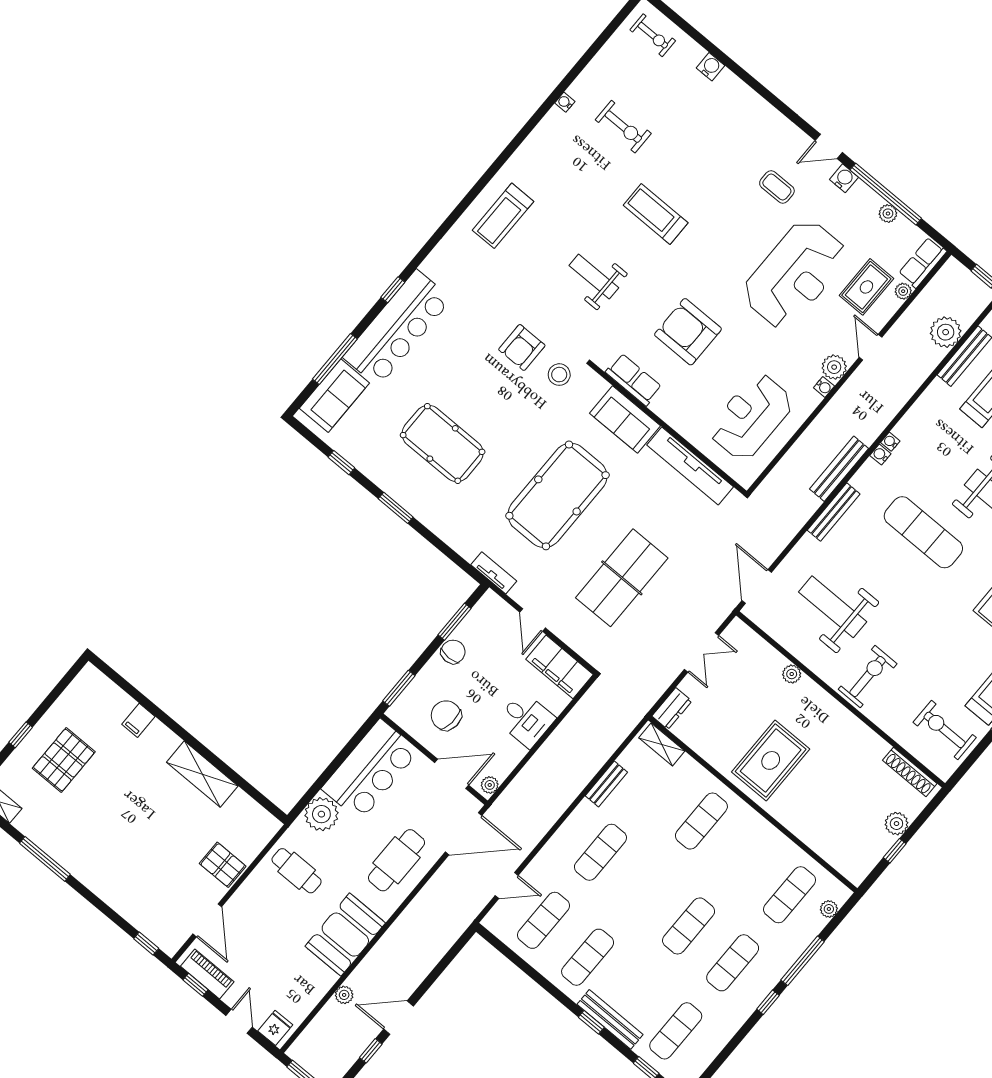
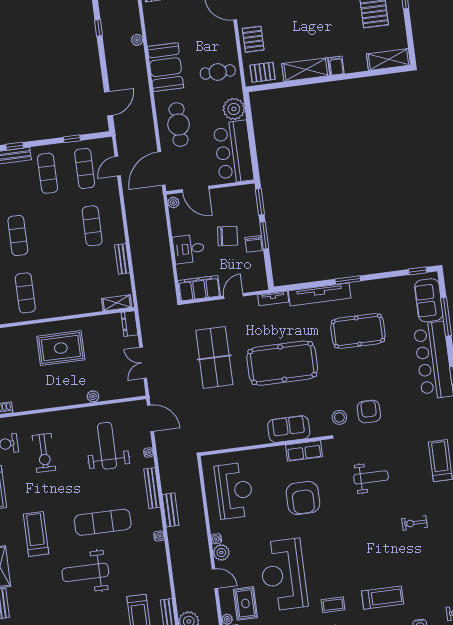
exercise bike: (623, 127) -> (414, 523), moved, width x0.73, depth x0.72
treadmill: (656, 214) -> (383, 598), moved
armchair: (688, 332) -> (303, 498), turned 90
water cooler: (890, 442) -> (149, 452), moved
window: (341, 463) -> (418, 271), moved
tv unit: (690, 466) -> (320, 294), moved, turned 180
bench: (839, 469) -> (170, 510), width x0.73
pool table: (557, 495) -> (282, 363), turned 90
weight bench: (833, 607) -> (107, 446), turned -90
door: (533, 620) -> (233, 296), hinge flipped
window: (455, 622) -> (264, 235), moved
exercise bike: (868, 677) -> (44, 453), moved
shelving: (105, 691) -> (389, 60), added
chair: (446, 715) -> (228, 236), moved
filing cabinet: (138, 720) -> (336, 66), moved
rug: (771, 760) -> (61, 348), turned 90
door: (452, 774) -> (195, 189), hinge flipped
pallet: (250, 820) -> (263, 72), added
exercise mat: (701, 821) -> (25, 293), moved
pallet: (223, 865) -> (253, 39), turned 90
window: (523, 966) -> (72, 139), added
door: (398, 1018) -> (108, 104), moved

